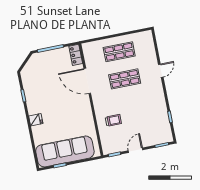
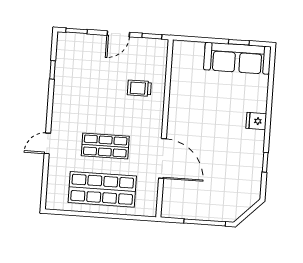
shop shelf: (119, 52) -> (102, 189), width x1.43, depth x1.36
locker: (76, 55) -> (169, 202), removed
sofa: (65, 151) -> (237, 58), width x0.74, depth x0.79

